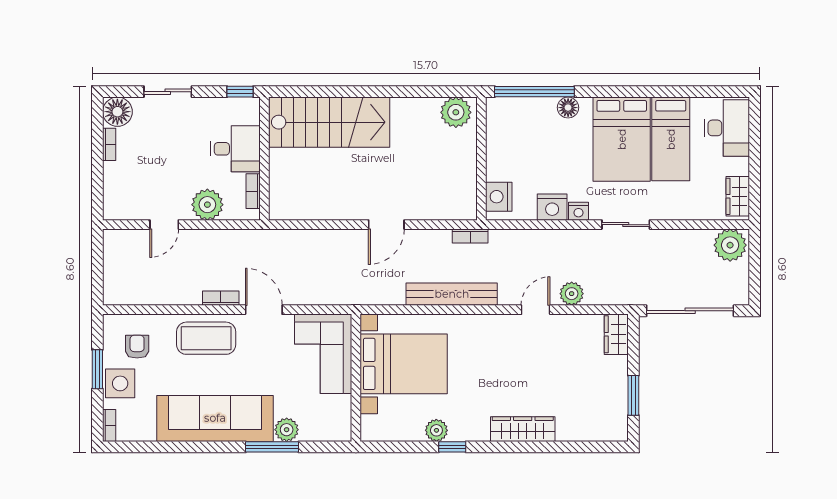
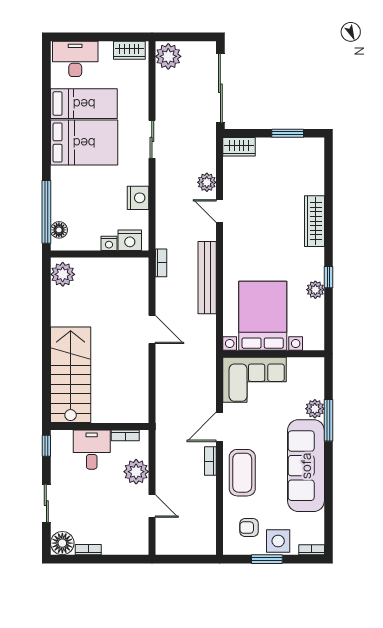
floor lamp: (568, 108) -> (59, 230), moved
nightstand: (579, 211) -> (109, 243), moved, turned 90

